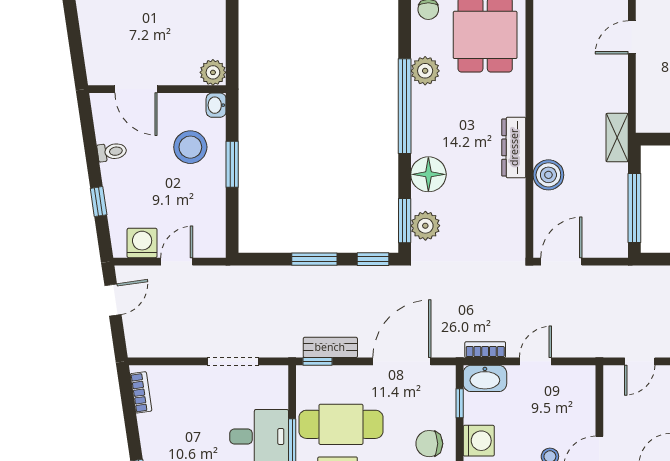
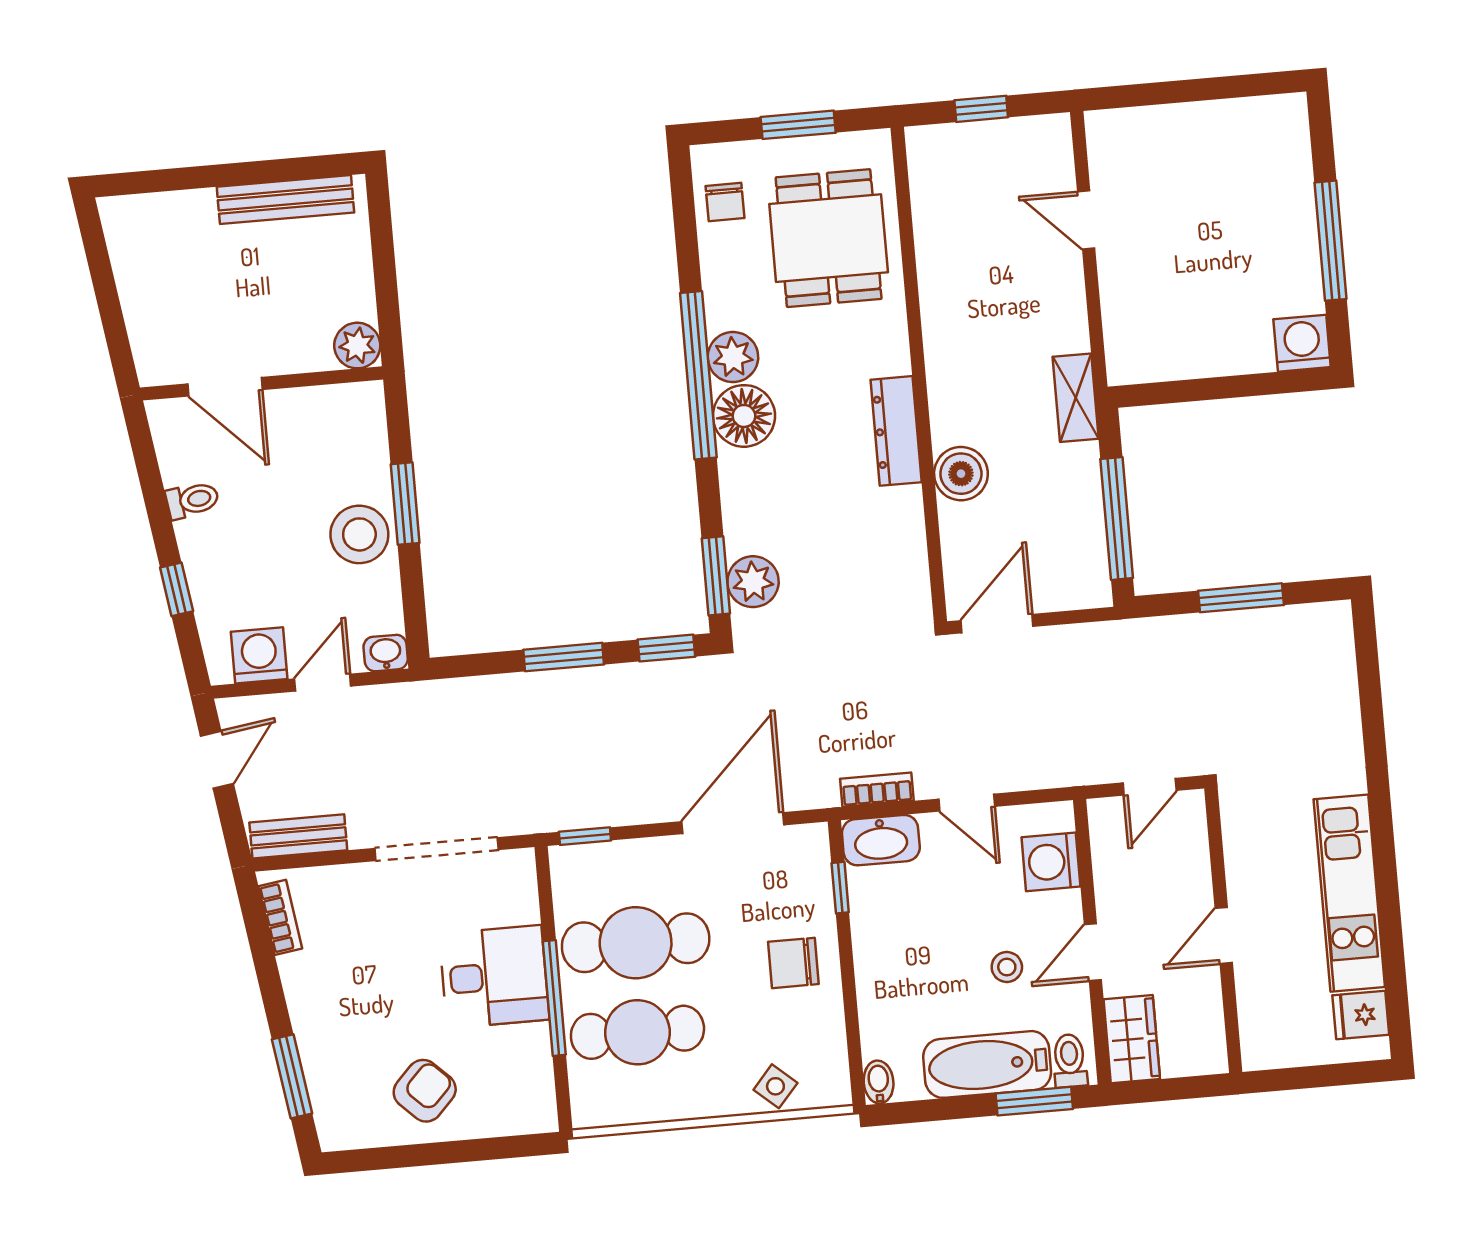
door: (632, 37) -> (1086, 220), hinge flipped
plant: (425, 71) -> (733, 357), moved
washbasin: (216, 105) -> (386, 653), moved, turned 90
stool: (190, 147) -> (359, 534), moved
floor lamp: (428, 174) -> (744, 416), moved
bench: (330, 347) -> (298, 836), moved
doorway: (233, 361) -> (437, 849), width x1.36
door: (535, 361) -> (967, 803), swing flipped
washing machine: (479, 441) -> (1051, 862), moved, turned 180

